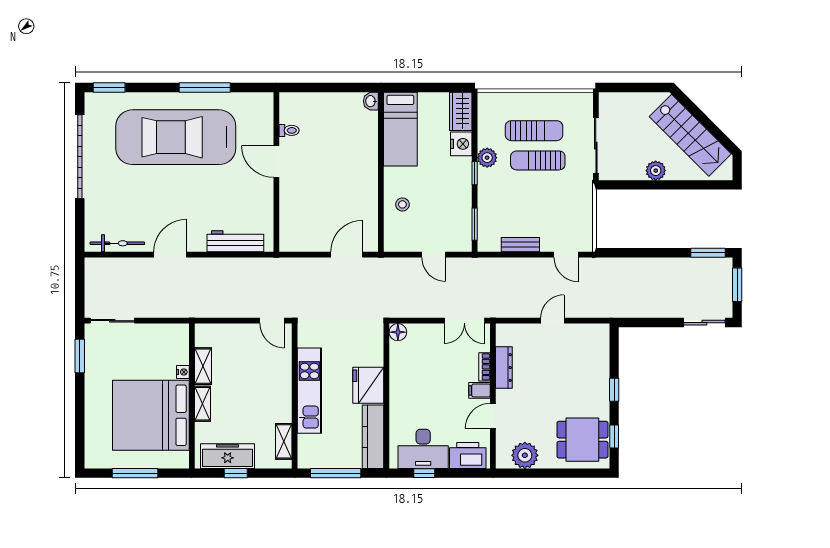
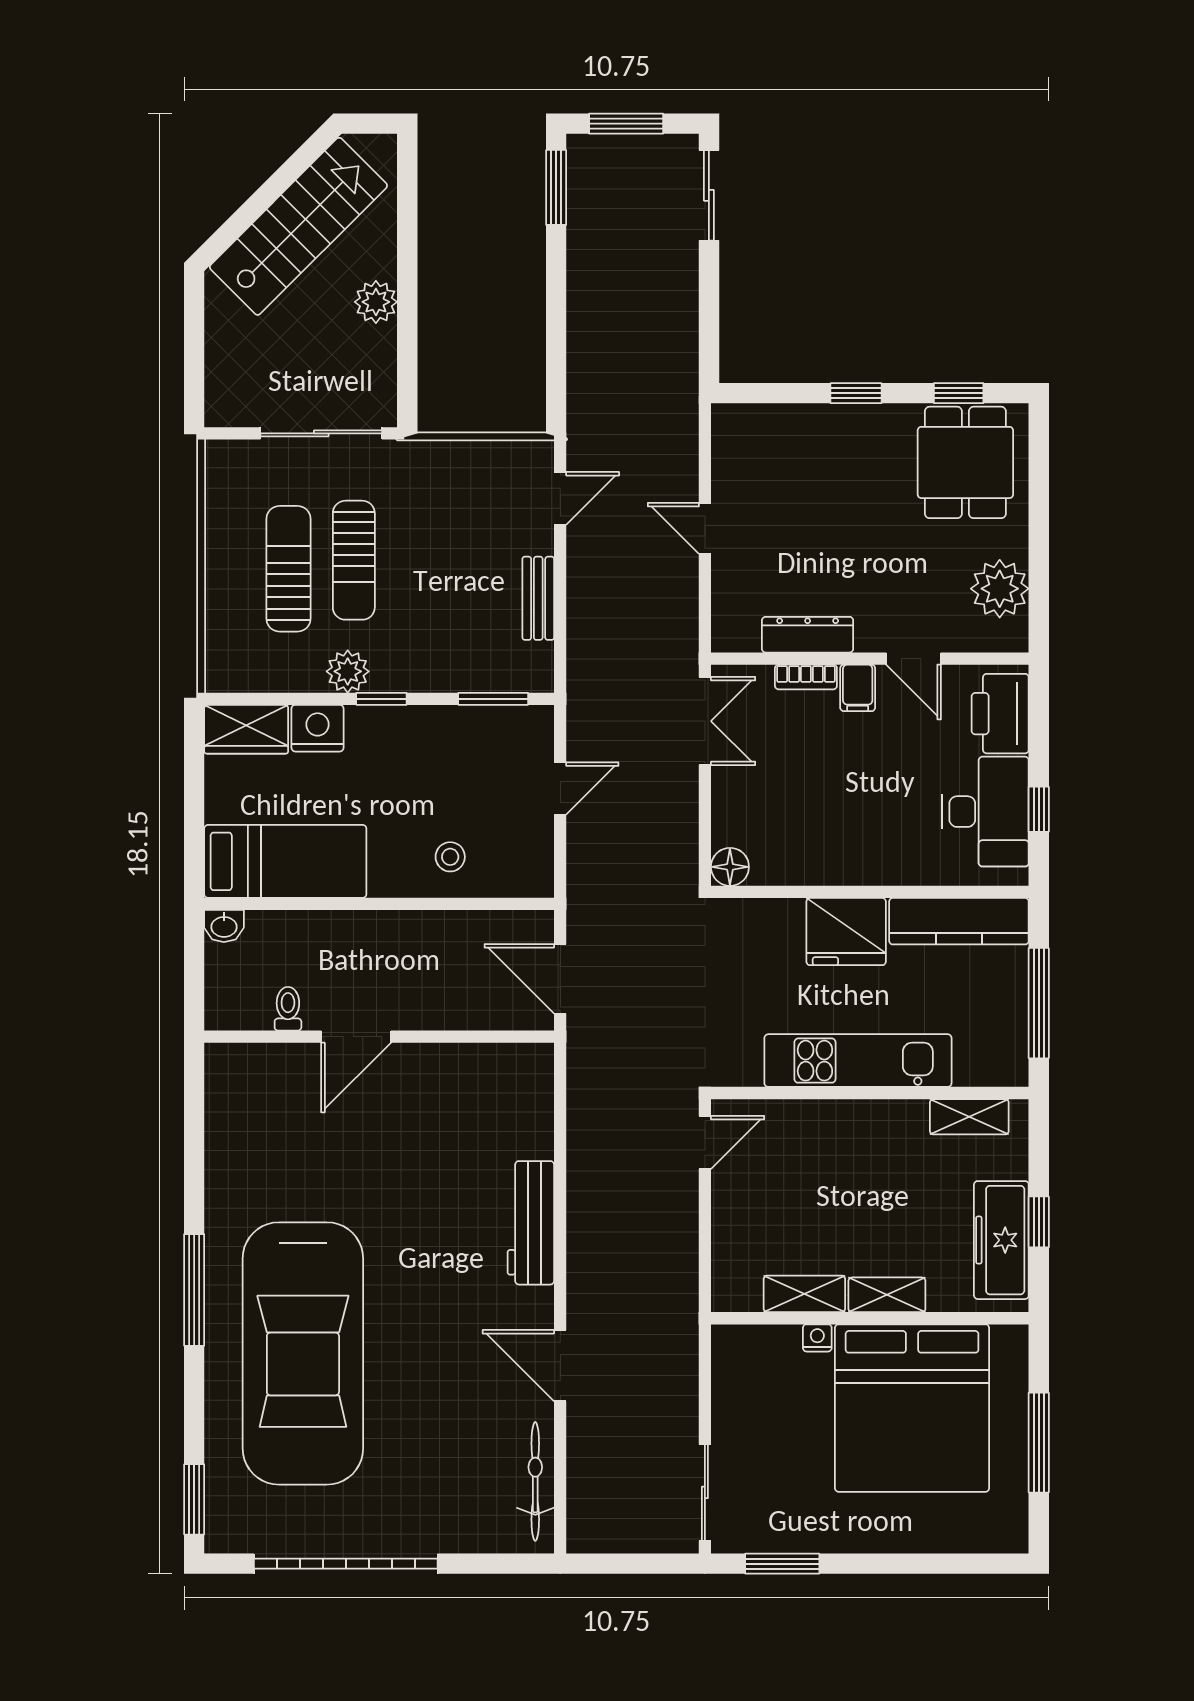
toilet: (289, 130) -> (288, 1009), moved
door: (276, 162) -> (356, 1037), moved
wall: (276, 172) -> (379, 1037), moved

